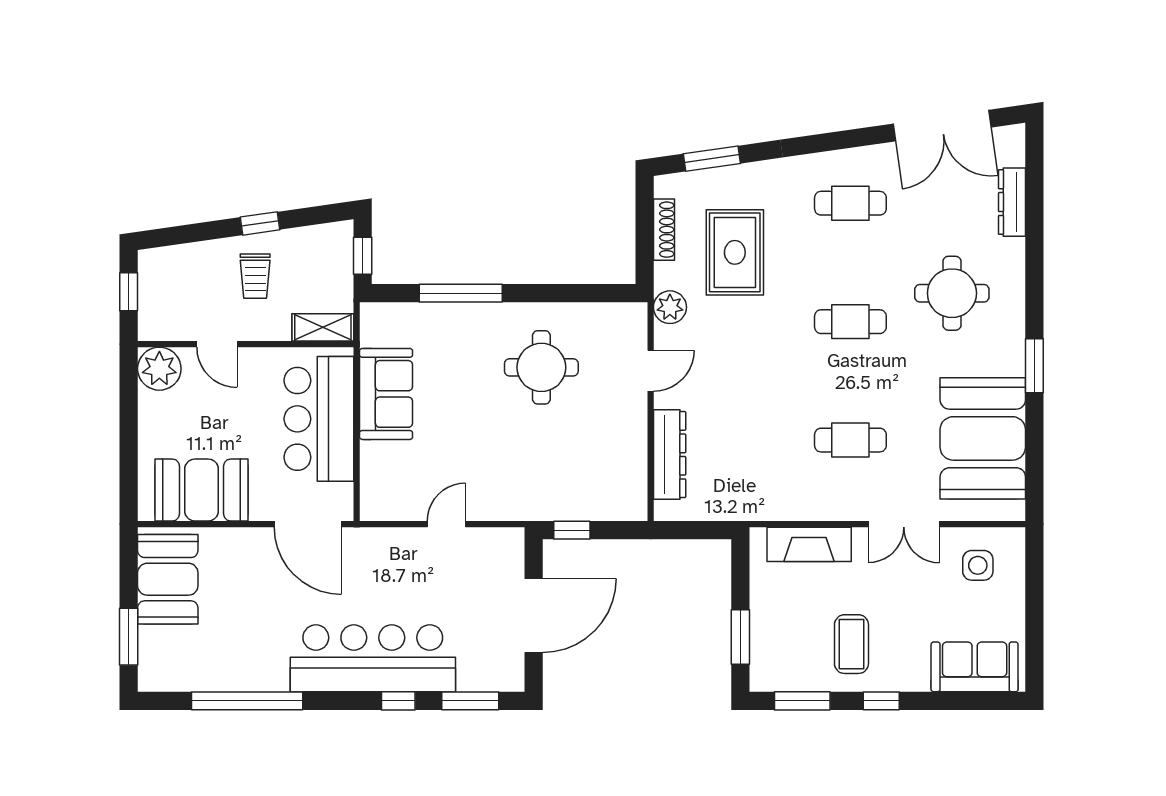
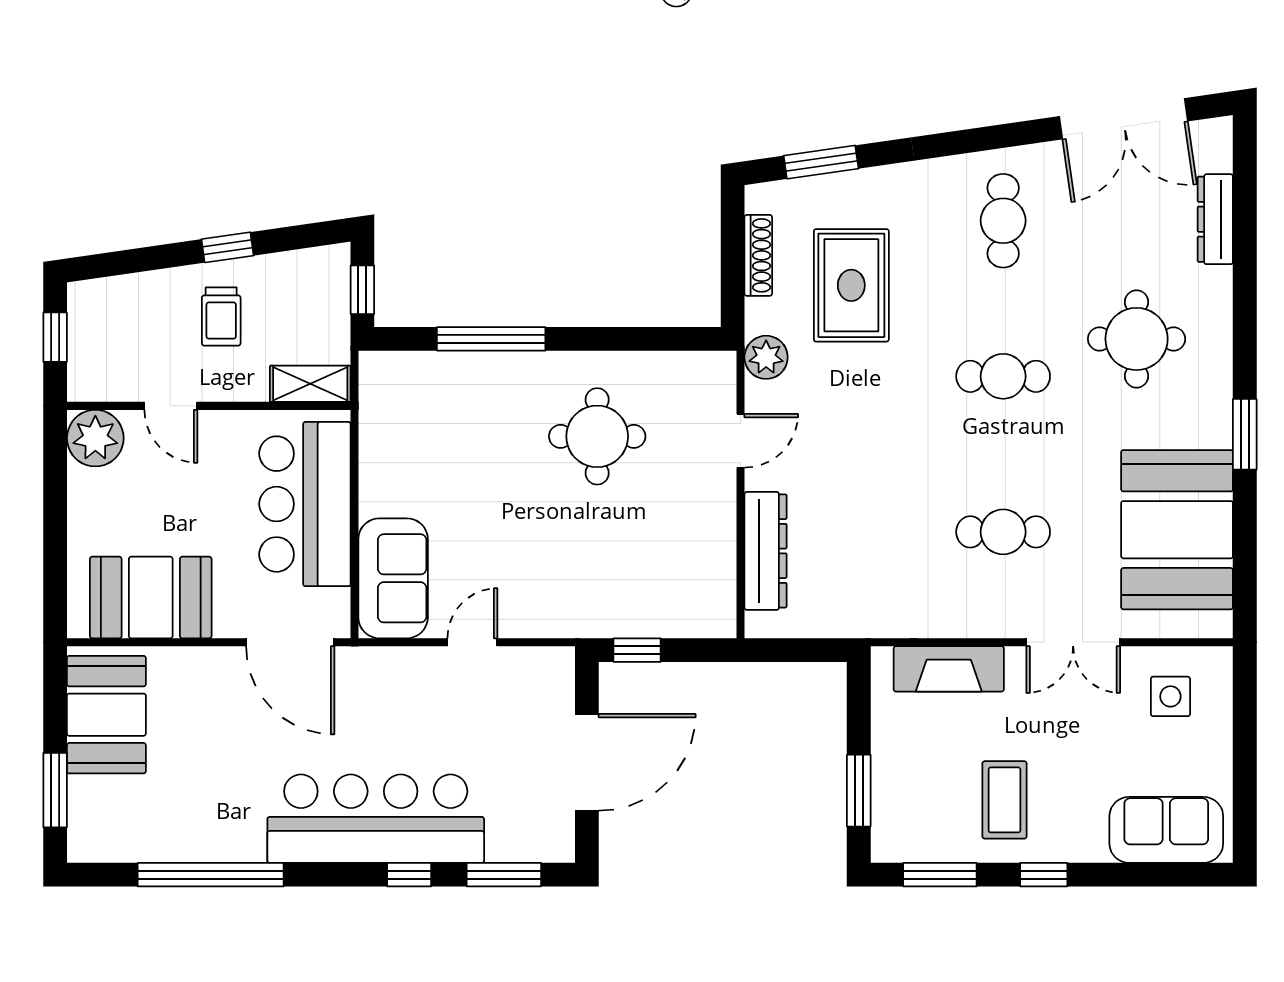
cafe table: (850, 203) -> (1003, 221), turned 90
sofa: (386, 394) -> (393, 578), moved

